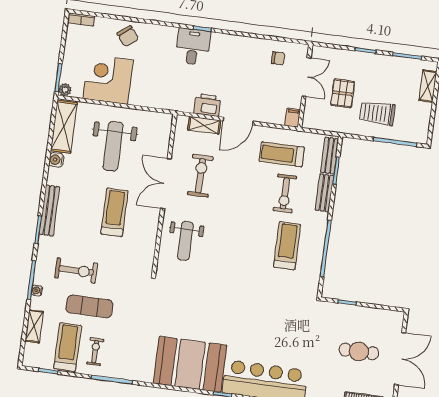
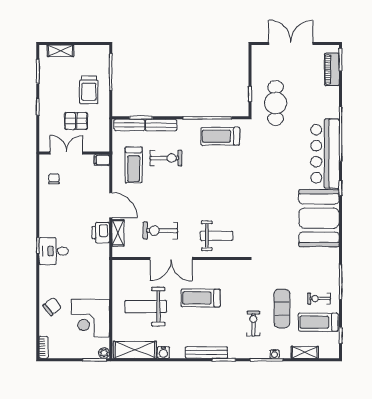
weight bench: (113, 146) -> (146, 307), turned 180
treadmill: (287, 246) -> (220, 136), moved
exercise bike: (76, 270) -> (253, 324), width x0.73, depth x0.72
cafe table: (359, 351) -> (276, 103), moved, width x1.37, depth x1.35

